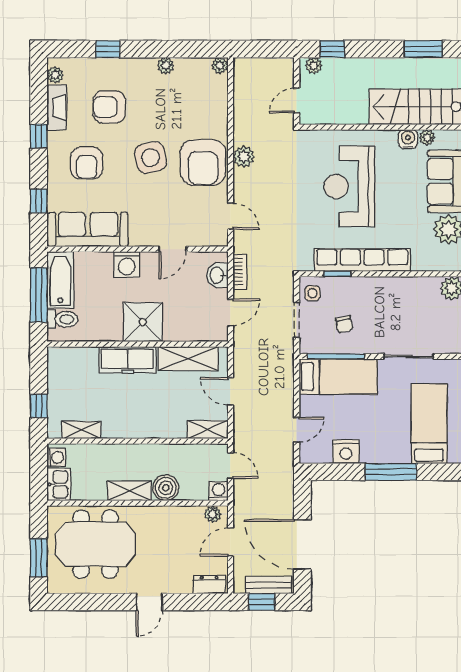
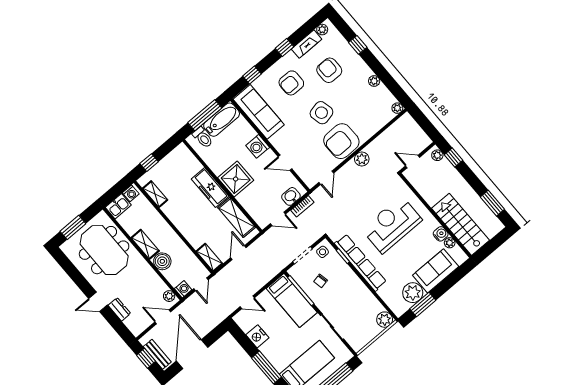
dresser: (209, 585) -> (119, 309), moved

